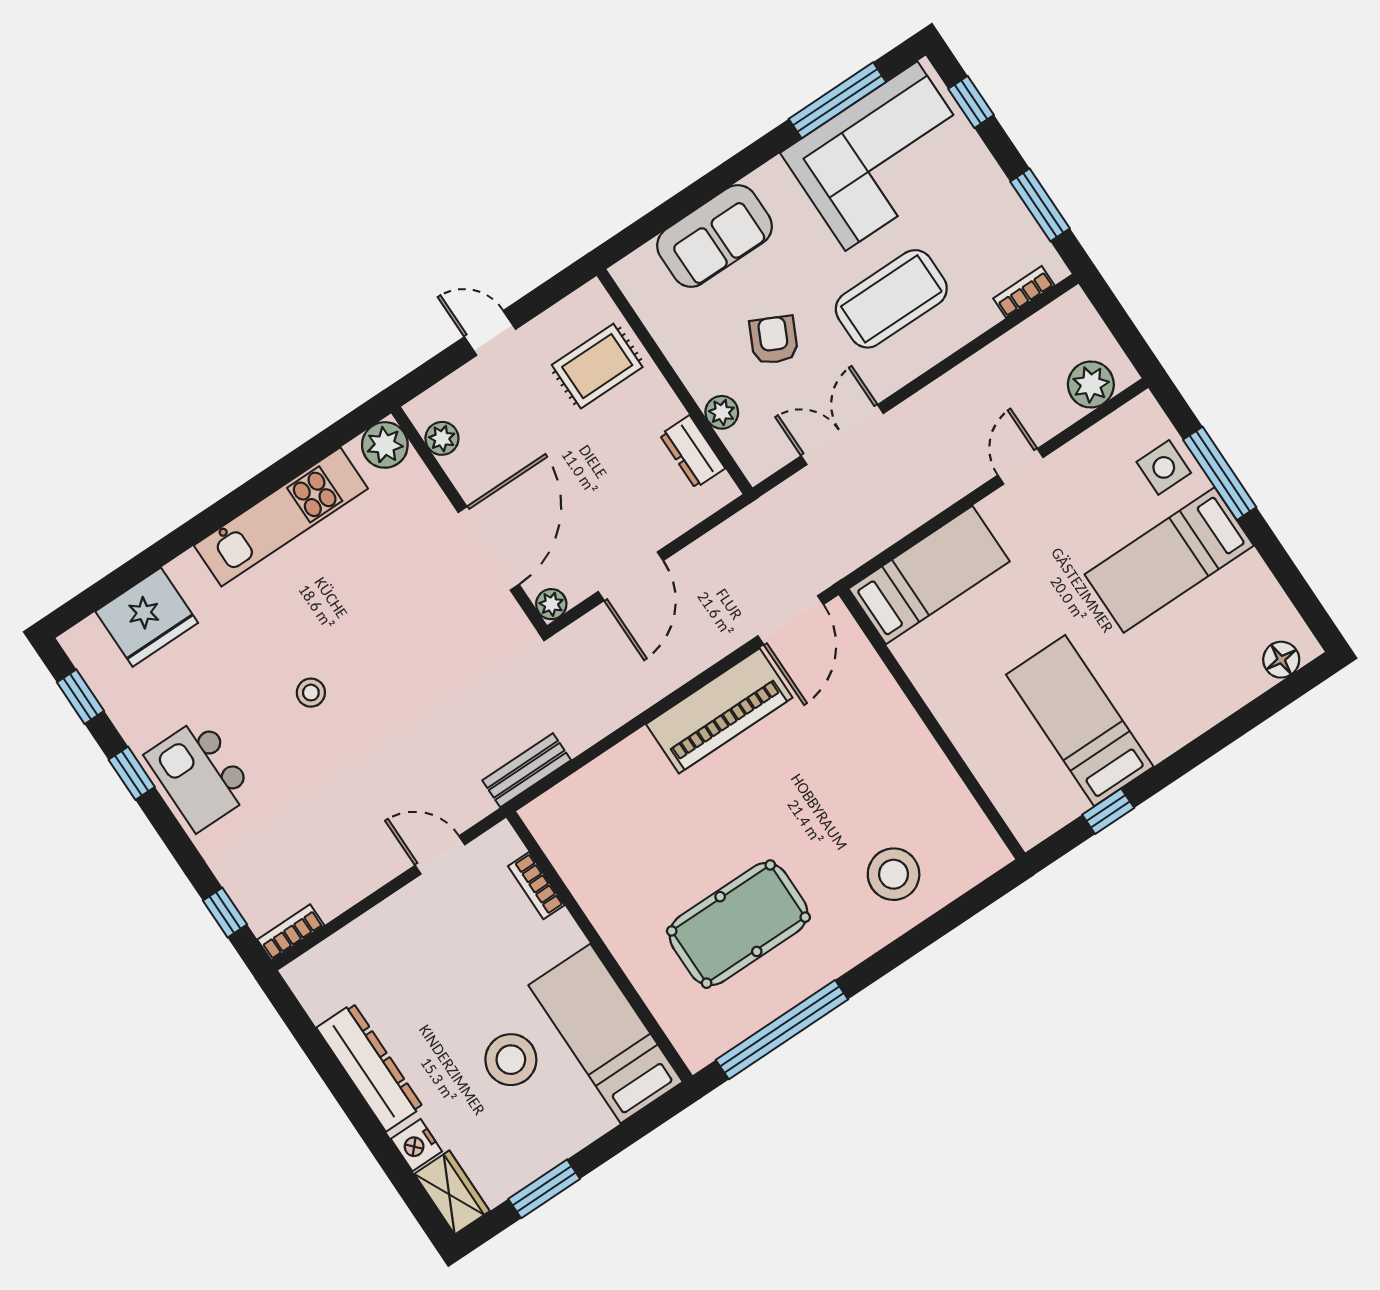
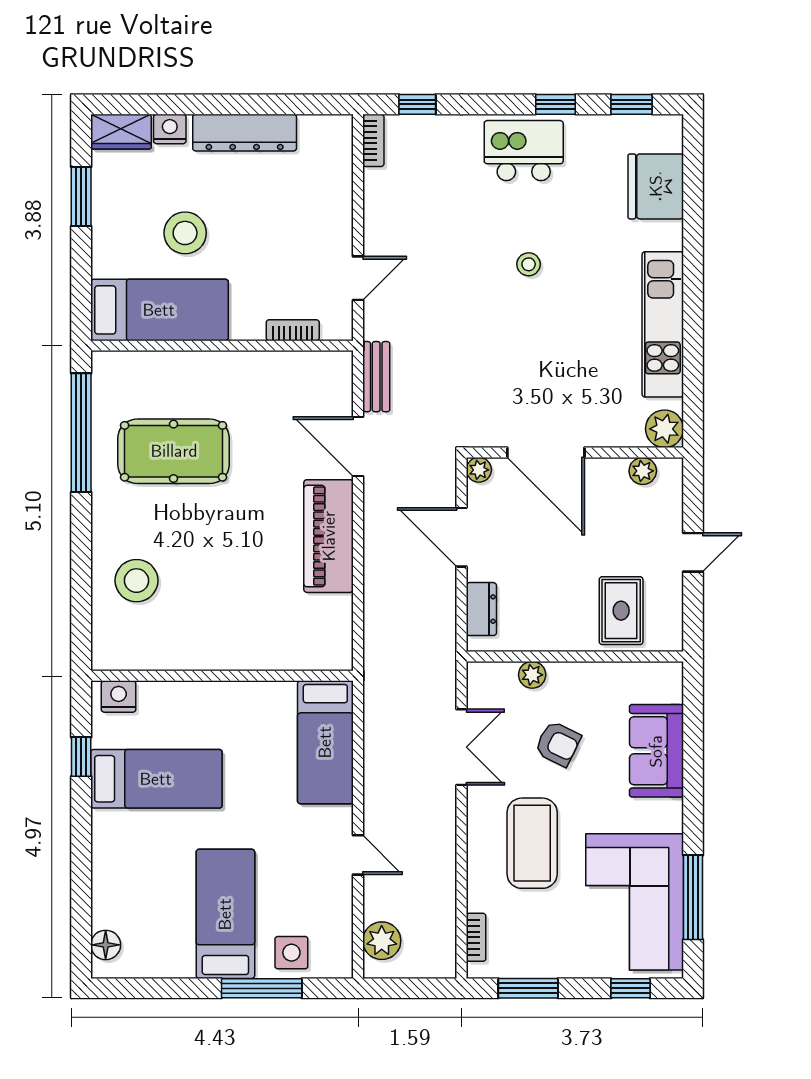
dresser: (692, 452) -> (481, 609), moved, turned 90
door: (791, 620) -> (358, 447), moved
nightstand: (1022, 814) -> (119, 697), added
pool table: (738, 924) -> (174, 451), turned 90

